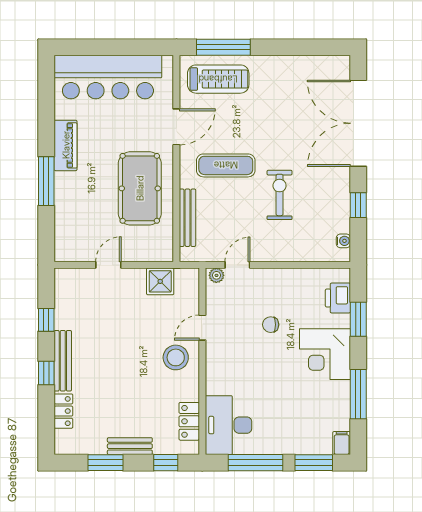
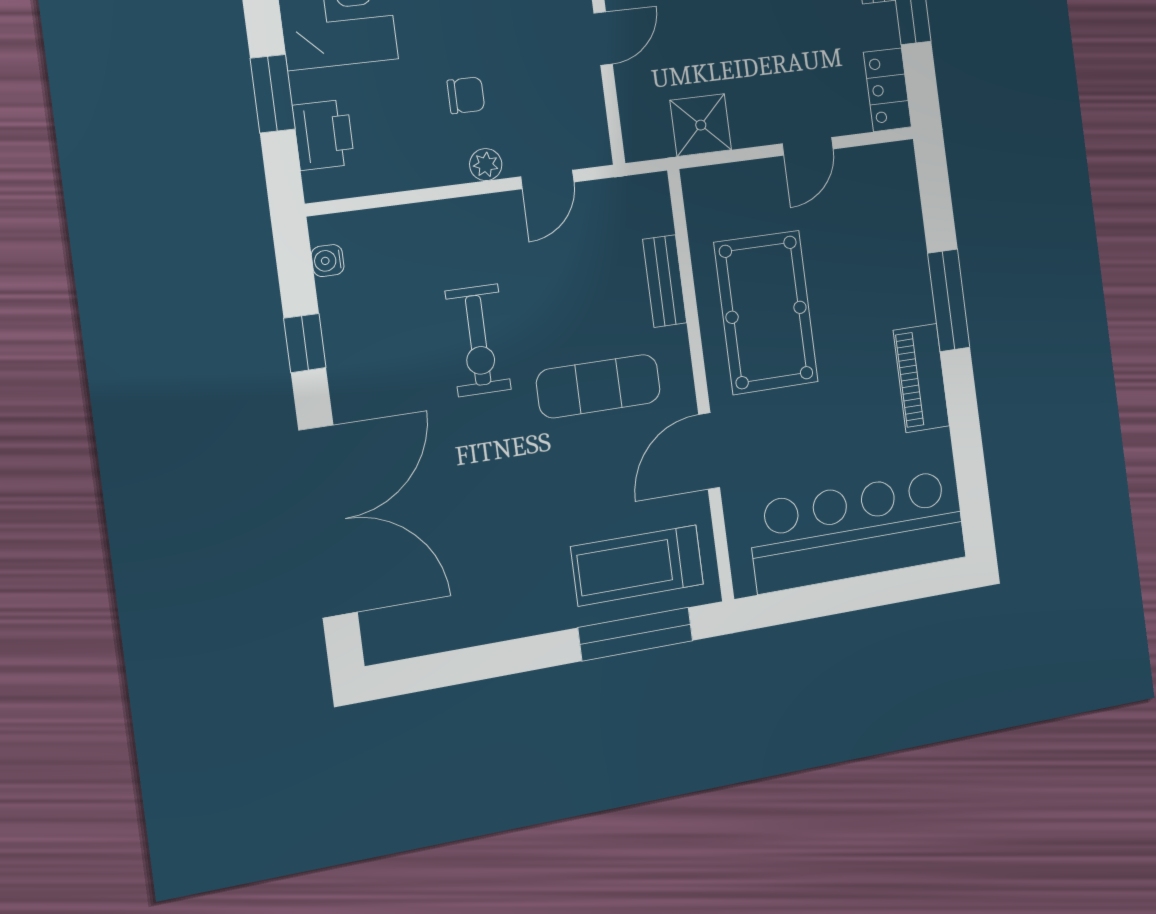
bench: (188, 218) -> (665, 281), width x0.73
plant: (216, 275) -> (486, 165), moved
locker: (64, 287) -> (888, 90), added
chair: (271, 325) -> (466, 95), moved

